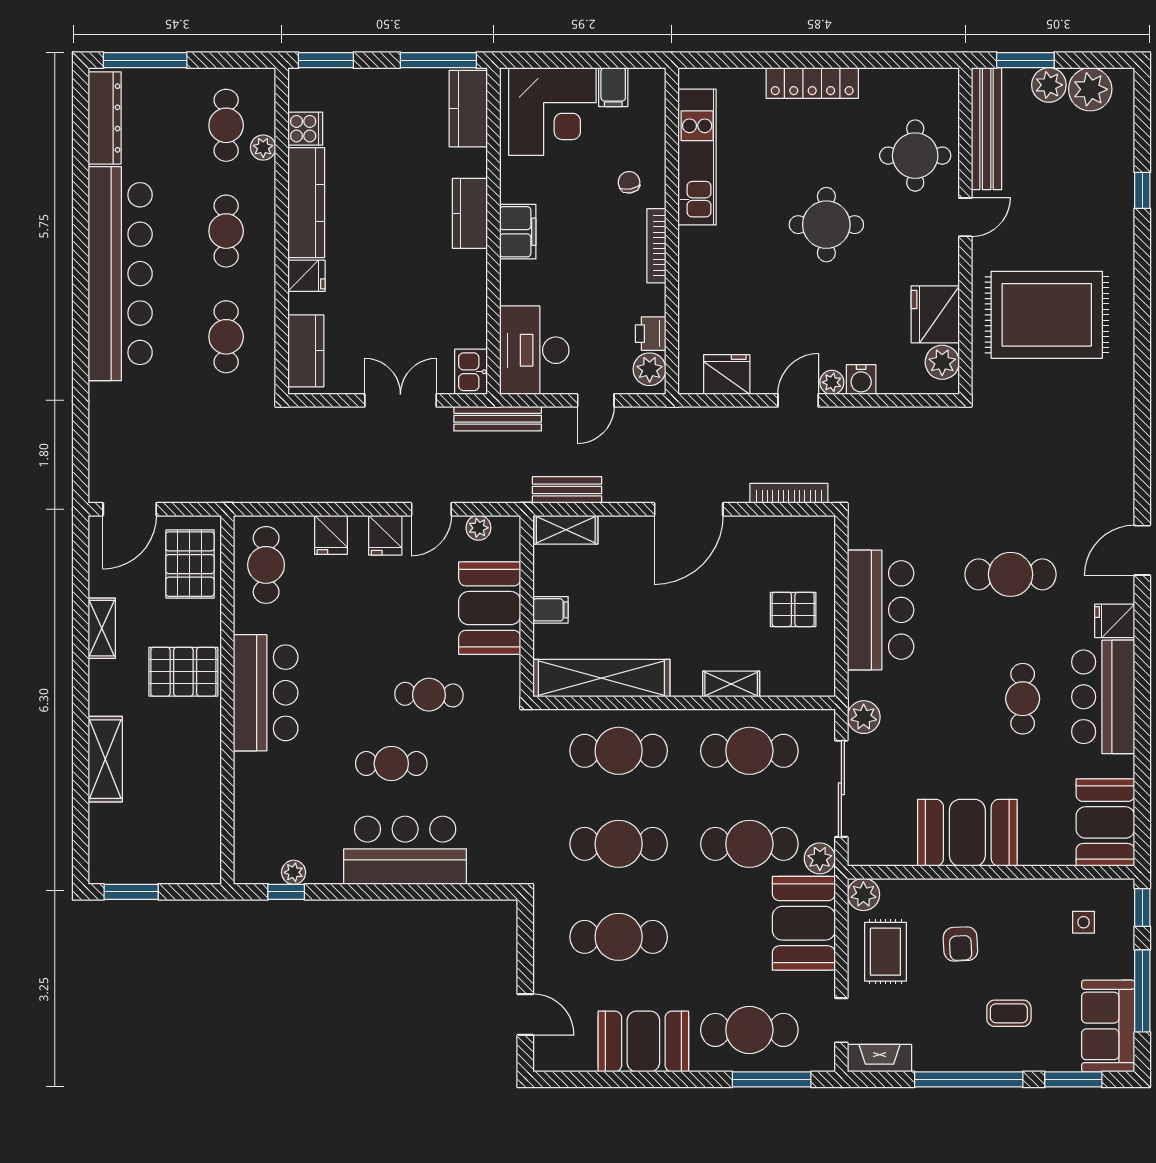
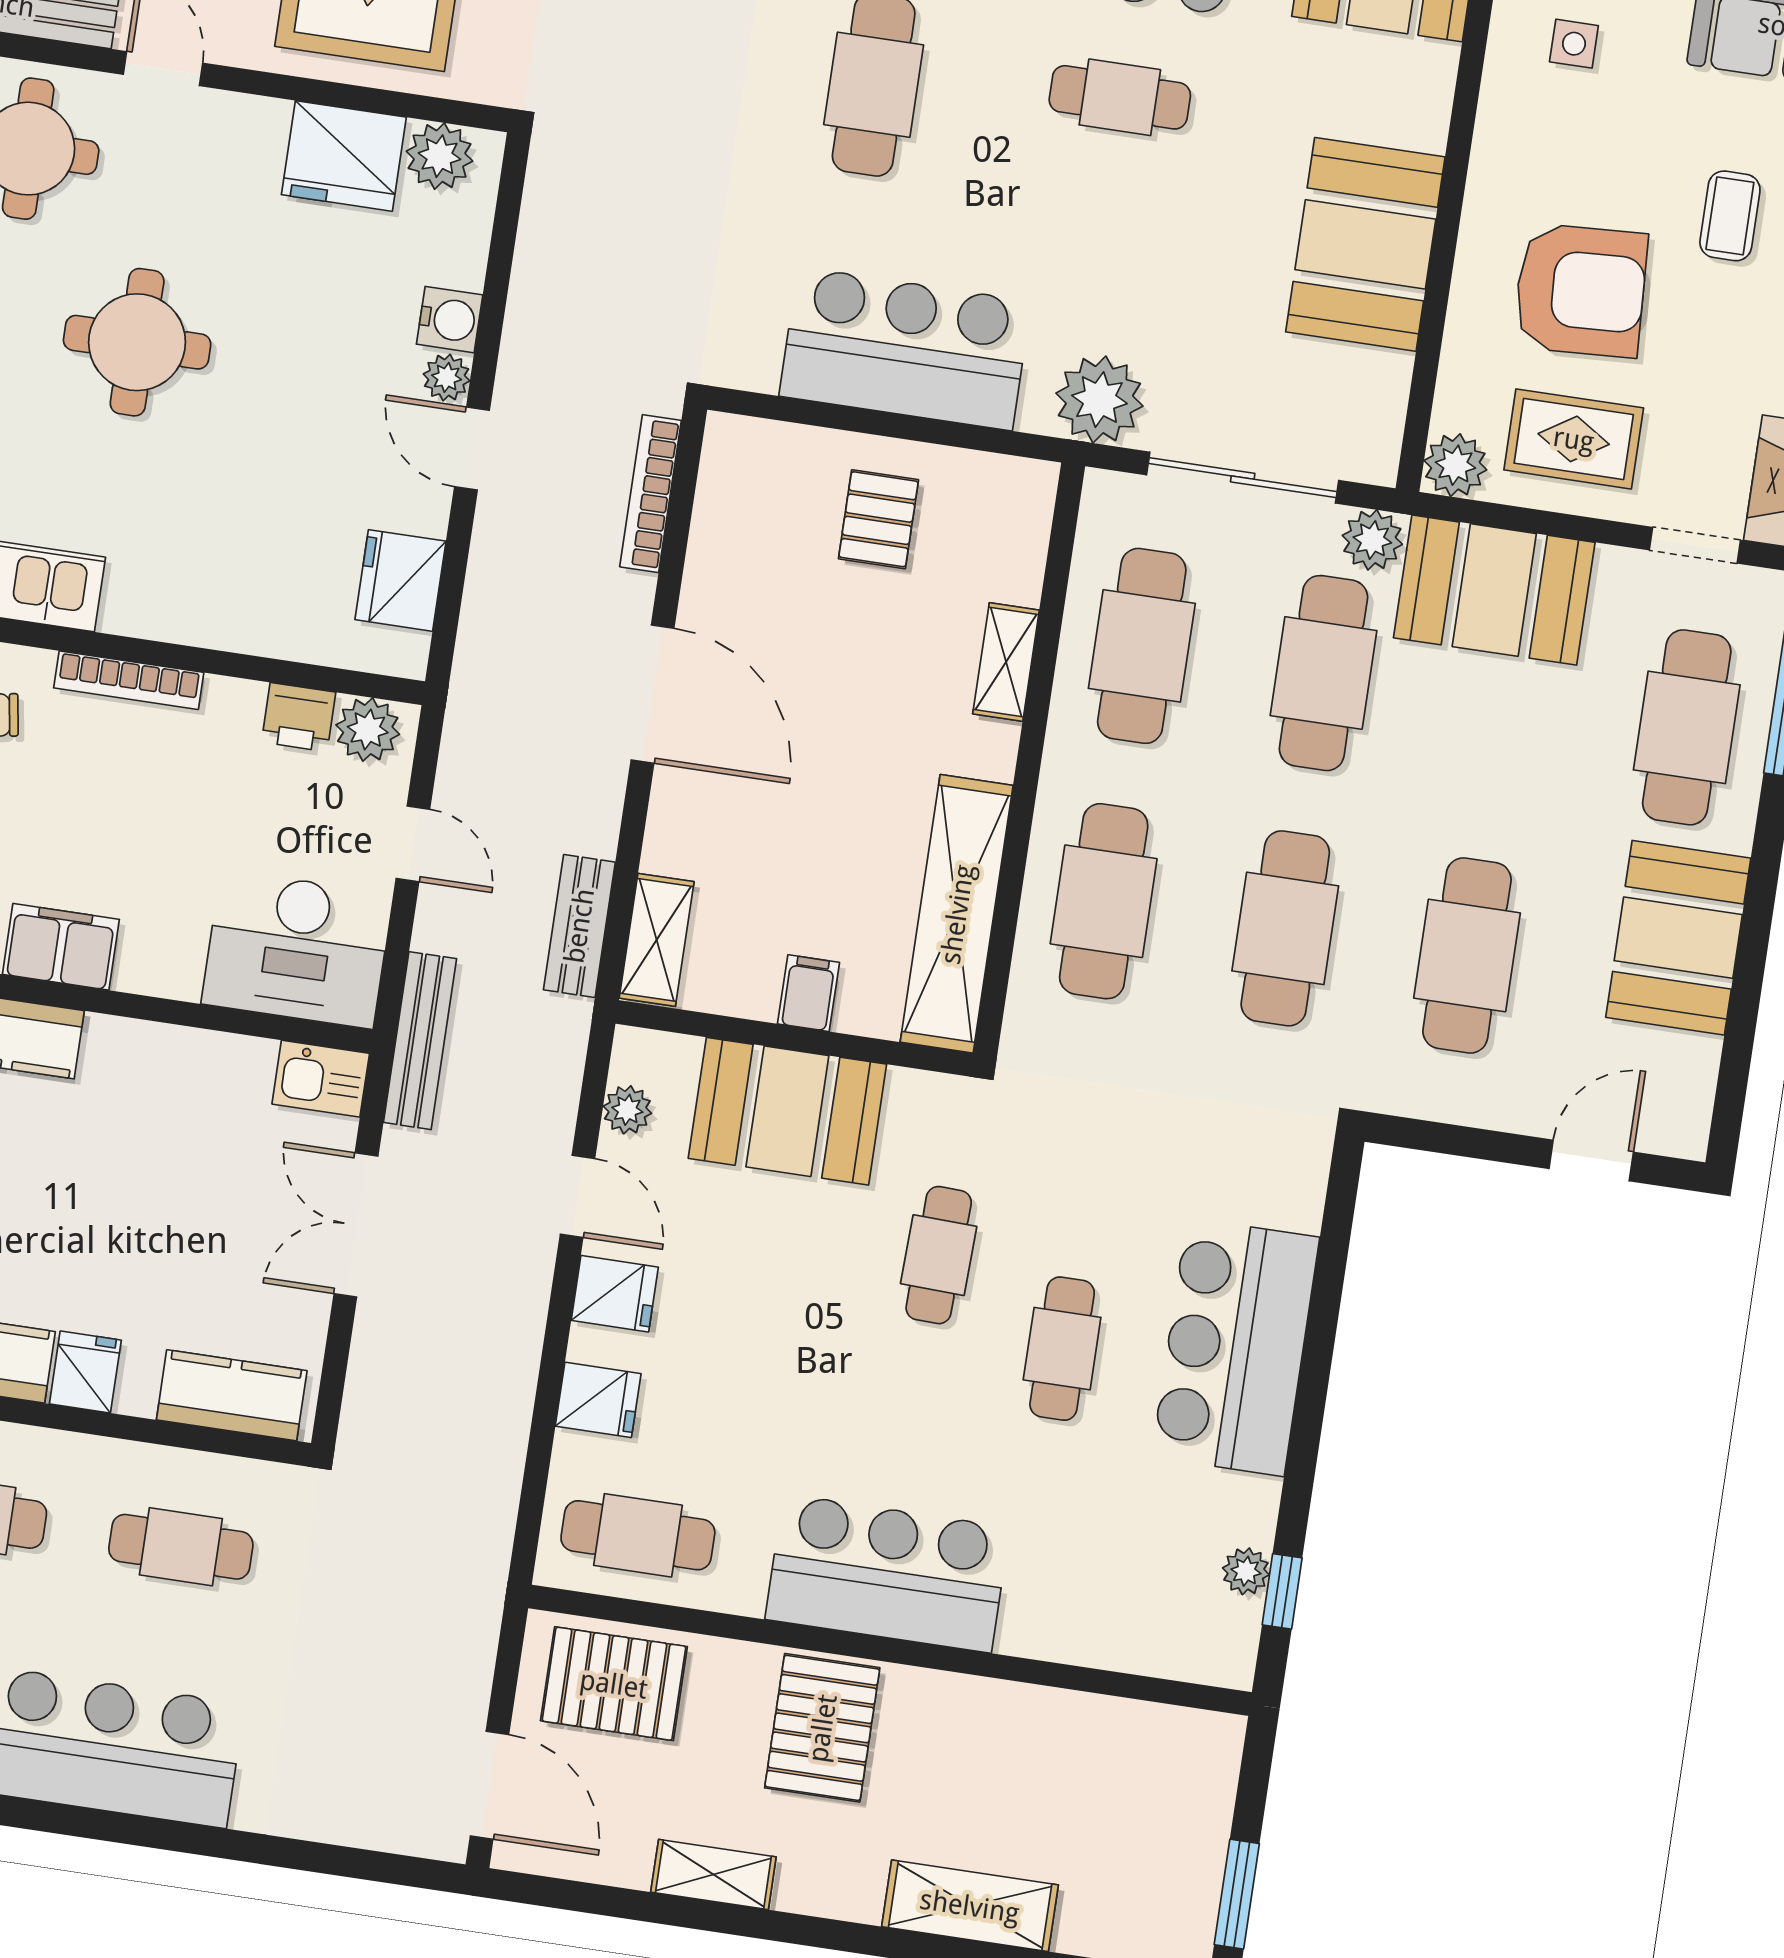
plant: (864, 717) -> (1099, 400), width x1.36, depth x1.36
armchair: (960, 944) -> (1580, 290), width x1.88, depth x1.88

